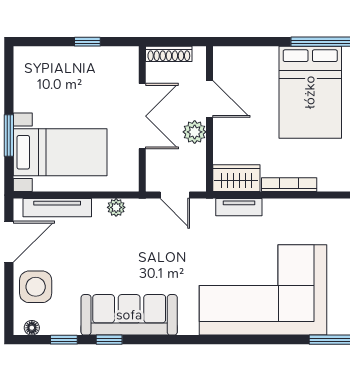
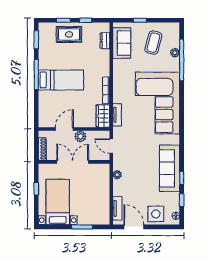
bed: (310, 92) -> (61, 80), width x0.67
bed with nightstands: (60, 152) -> (58, 202), moved
door: (175, 195) -> (111, 146), swing flipped
tv unit: (57, 208) -> (117, 208), width x0.71

